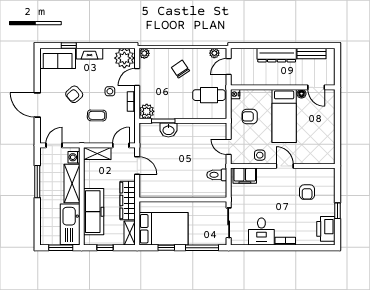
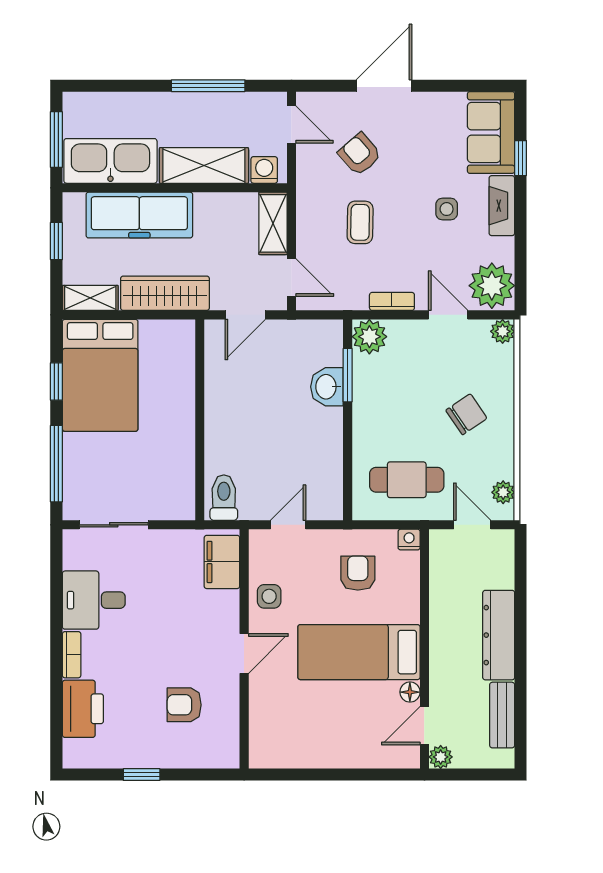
plant: (330, 80) -> (441, 757), added
side table: (110, 91) -> (447, 209), moved
armchair: (74, 94) -> (360, 154), moved
cafe table: (209, 95) -> (407, 480), turned 90
wall: (183, 199) -> (200, 420), moved
printer: (326, 229) -> (83, 709), moved, turned 90

